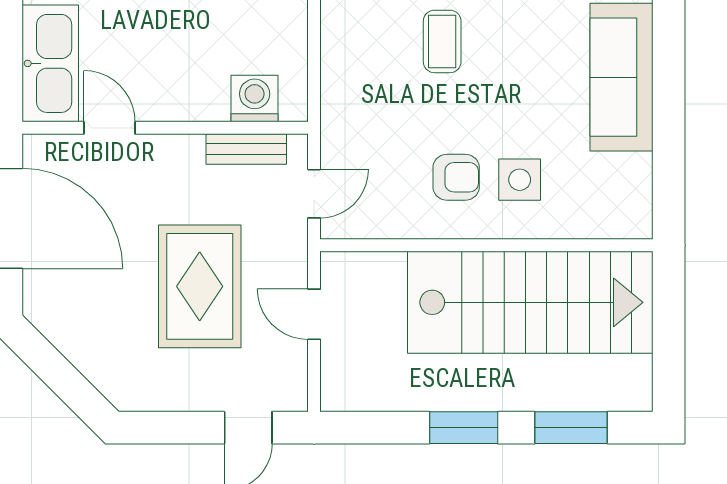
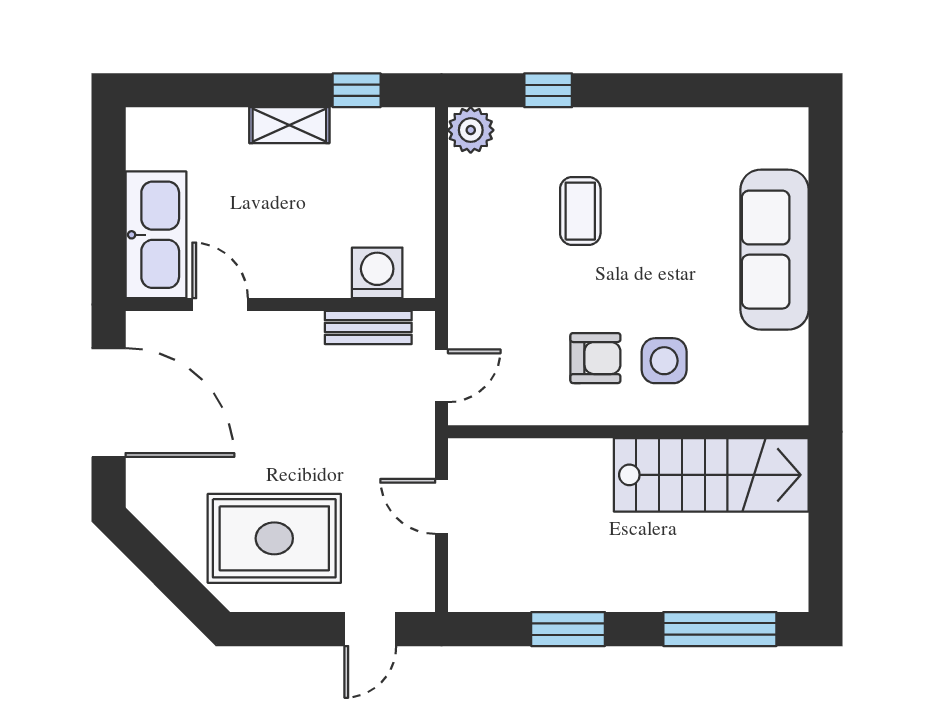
rug: (200, 286) -> (274, 538), moved, turned 90
stairs: (530, 302) -> (711, 475), width x0.73, depth x0.66
window: (464, 428) -> (568, 629), moved
window: (571, 428) -> (720, 629), width x1.44

